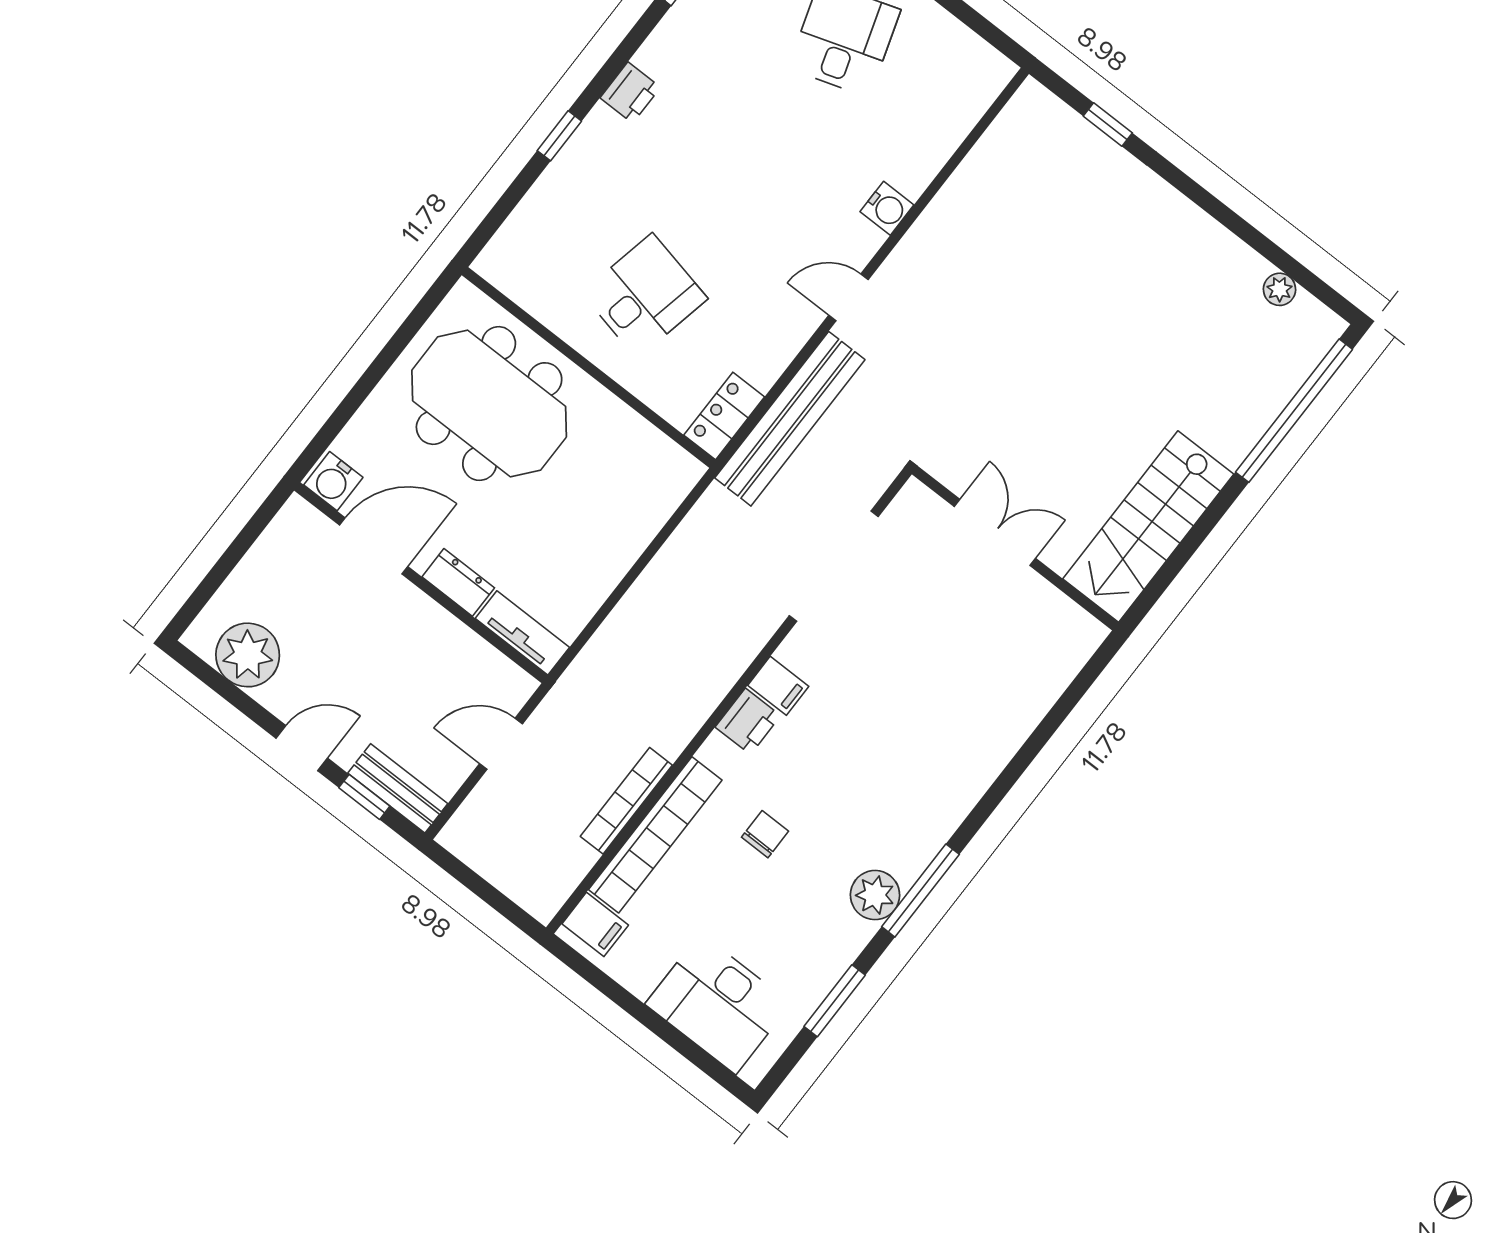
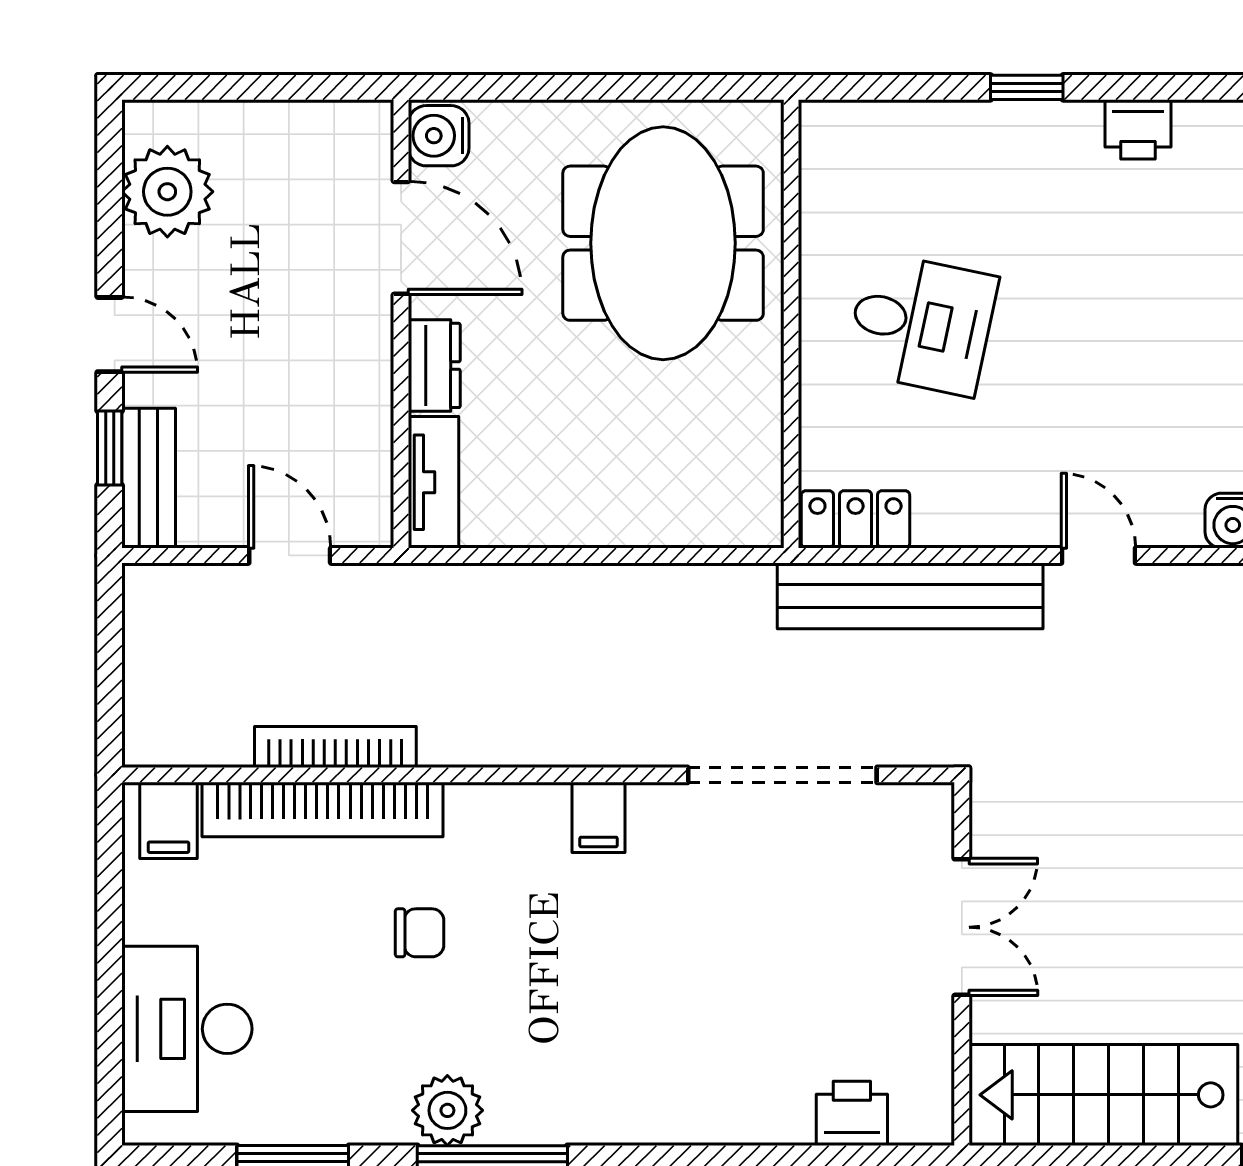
printer: (748, 721) -> (852, 1113), moved, turned 180

